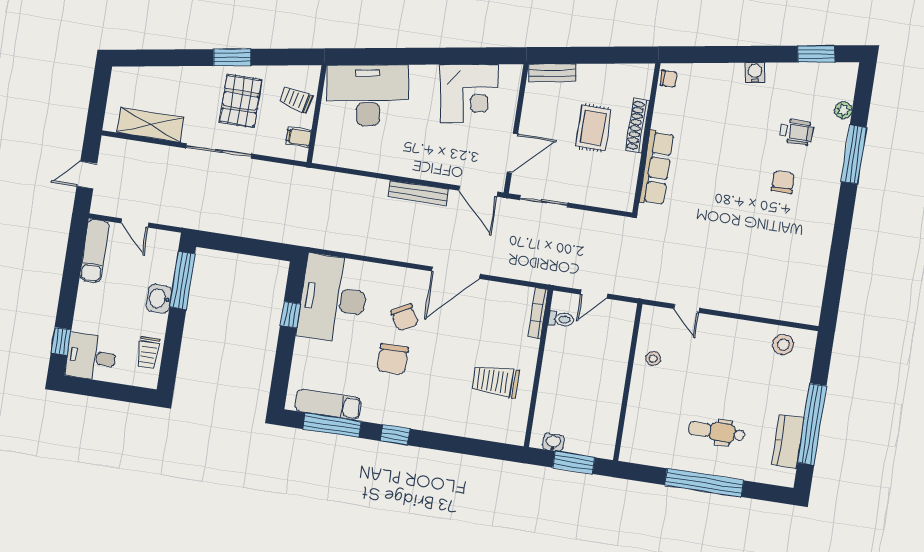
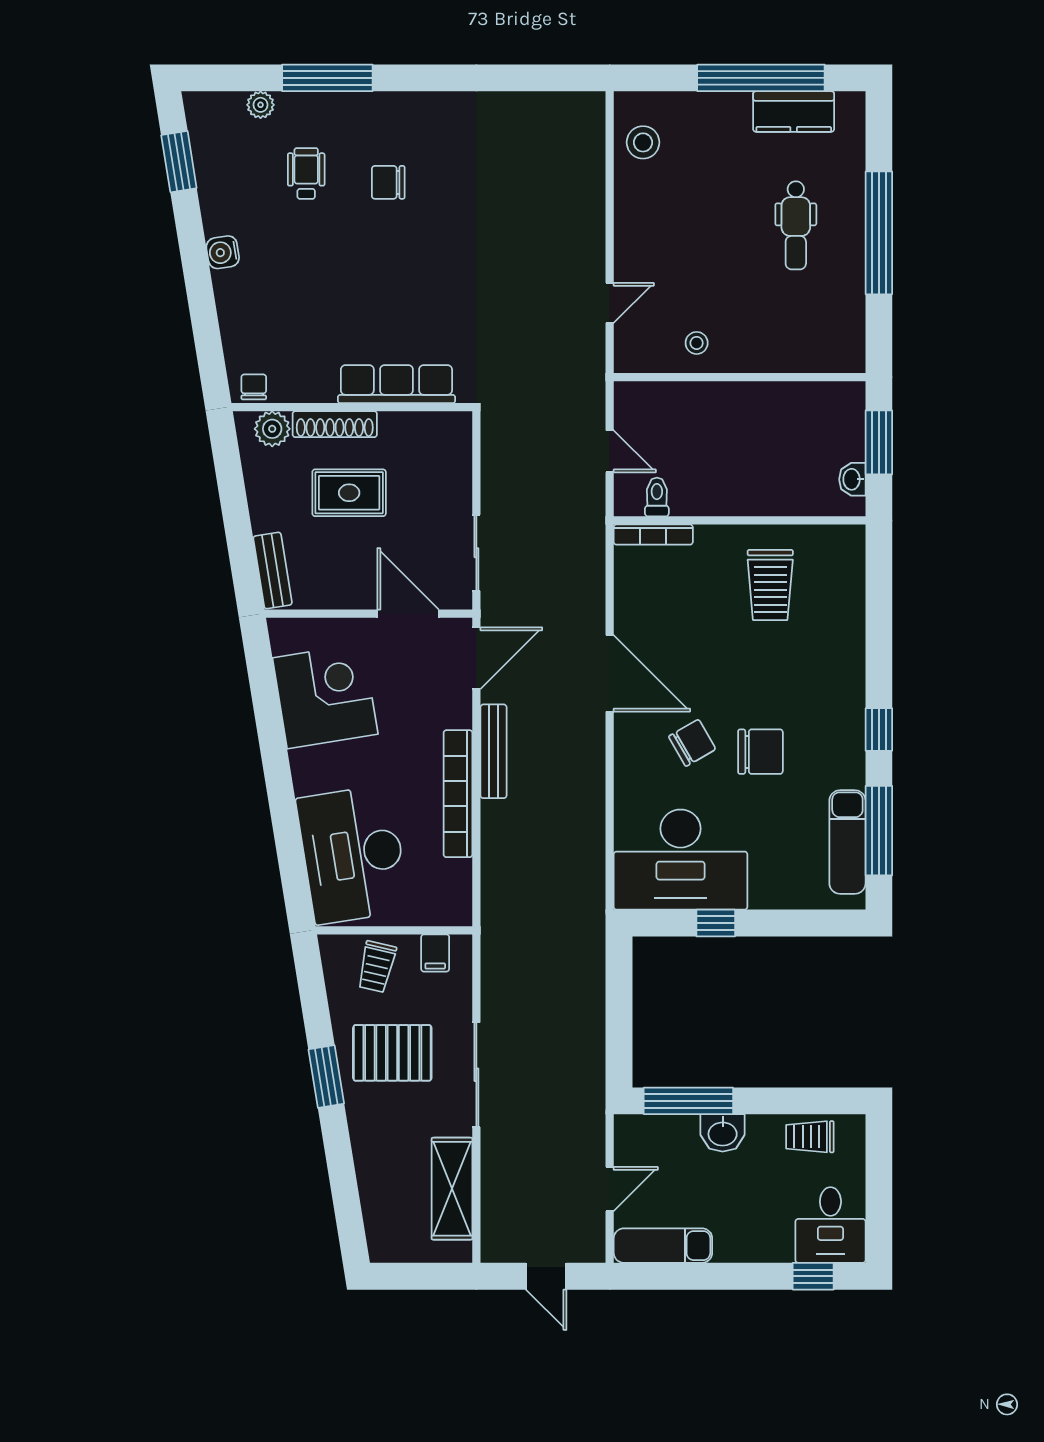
plant: (641, 86) -> (272, 429), added
bookcase: (396, 167) -> (458, 794), added
trolley: (148, 353) -> (810, 1137), turned 180

